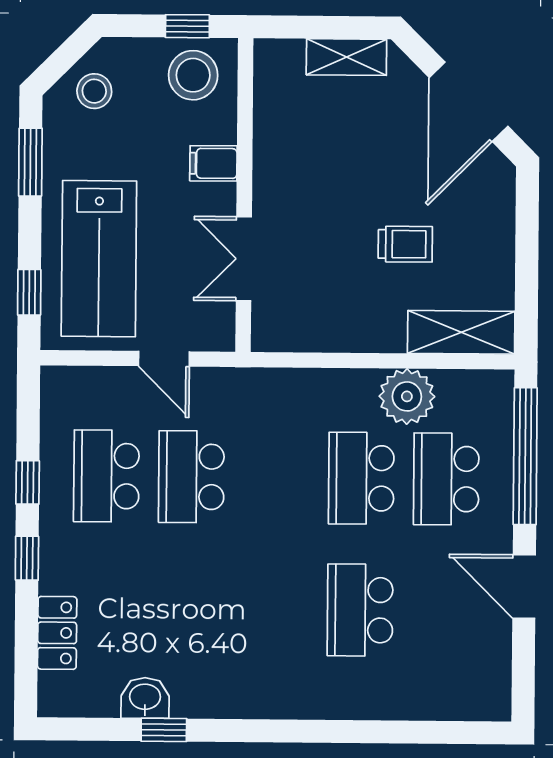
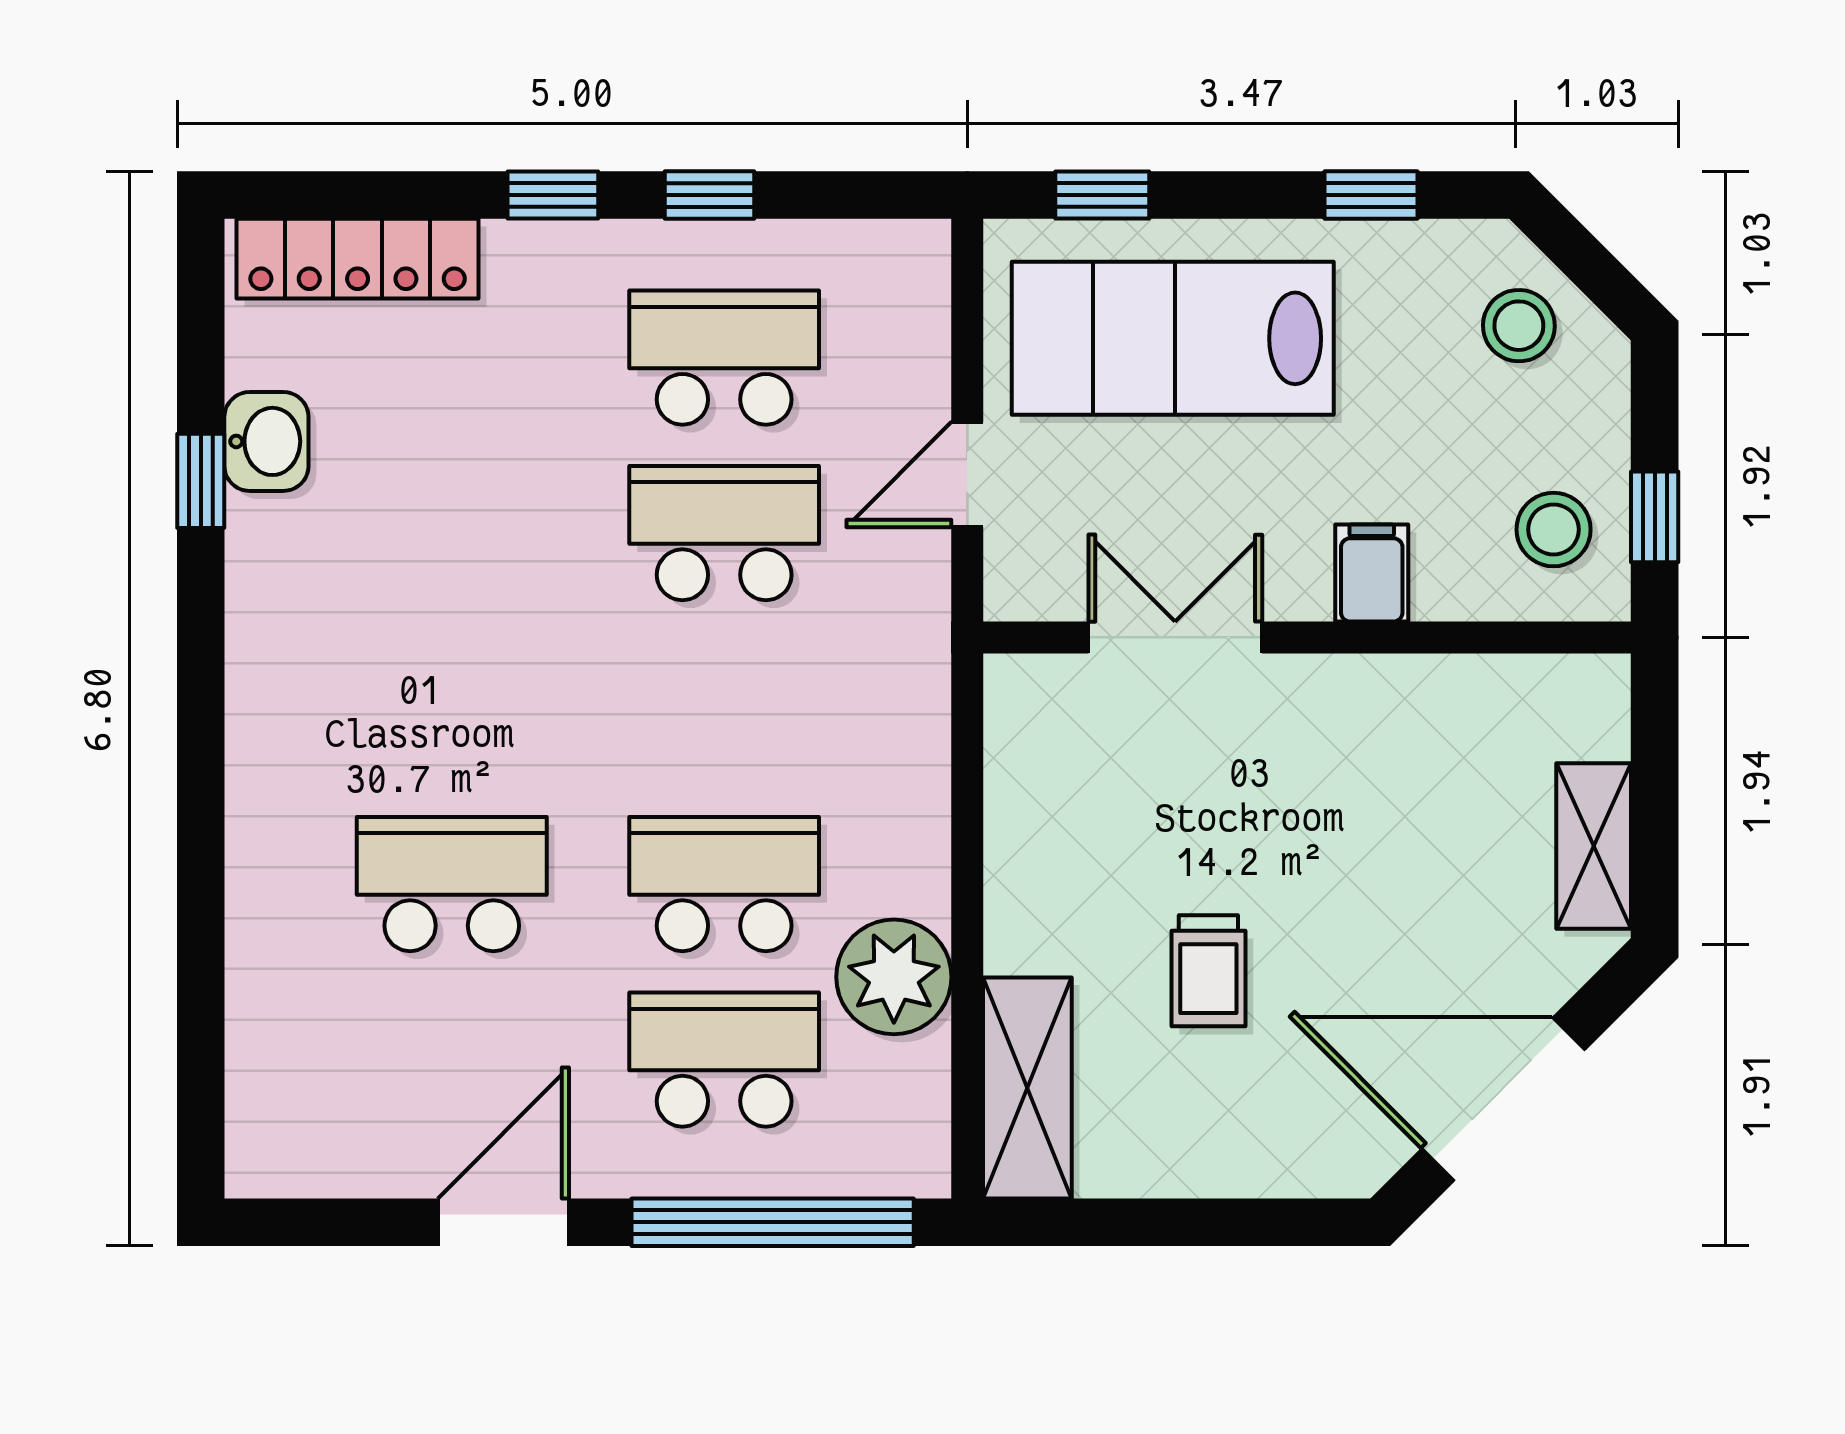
stool: (193, 75) -> (1554, 530), width x0.73, depth x0.73
window: (30, 162) -> (1371, 195), width x0.67
locker: (57, 633) -> (358, 259), width x1.53

